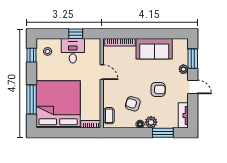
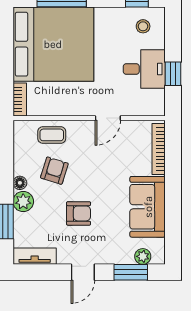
plant: (183, 69) -> (143, 256), moved
armchair: (158, 90) -> (79, 213), turned -90
coffee table: (109, 116) -> (52, 135), moved

